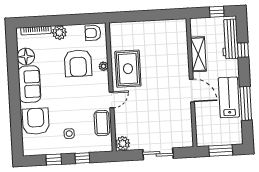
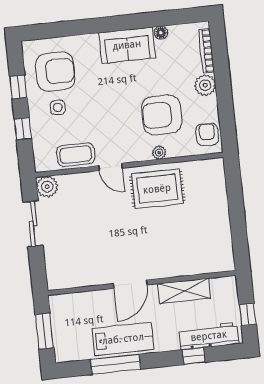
floor lamp: (26, 57) -> (161, 33), width x0.53, depth x0.53
armchair: (36, 121) -> (55, 72), moved
sliding door: (158, 154) -> (33, 224), moved

